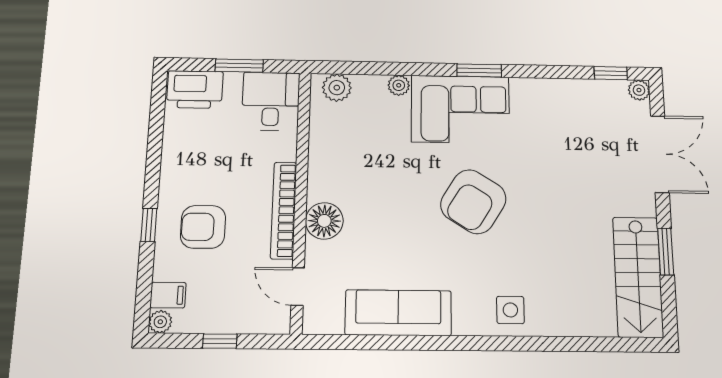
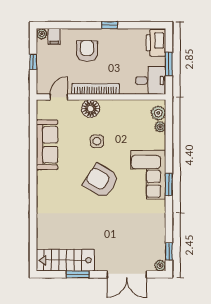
plant: (399, 85) -> (160, 127), moved
window: (149, 225) -> (110, 25), moved
side table: (510, 310) -> (97, 141), moved

